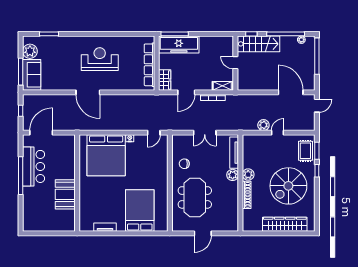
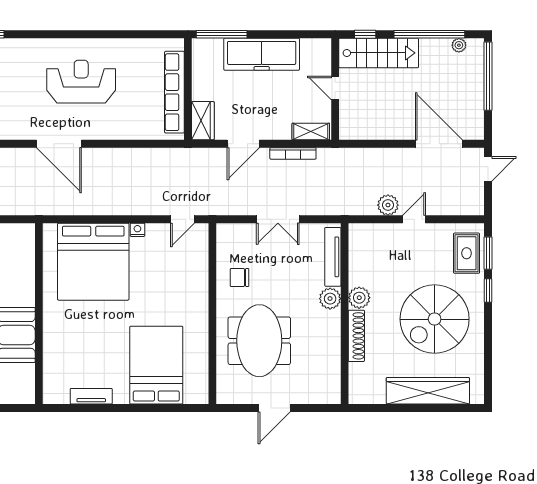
freezer: (179, 45) -> (262, 54), moved

